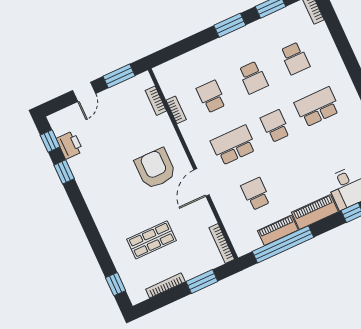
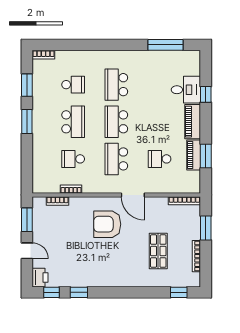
school desk: (253, 77) -> (73, 122), width x1.85
school desk: (275, 126) -> (116, 122), width x1.85
printer: (70, 145) -> (40, 278), moved, turned 90
window: (283, 244) -> (206, 156), width x0.47

